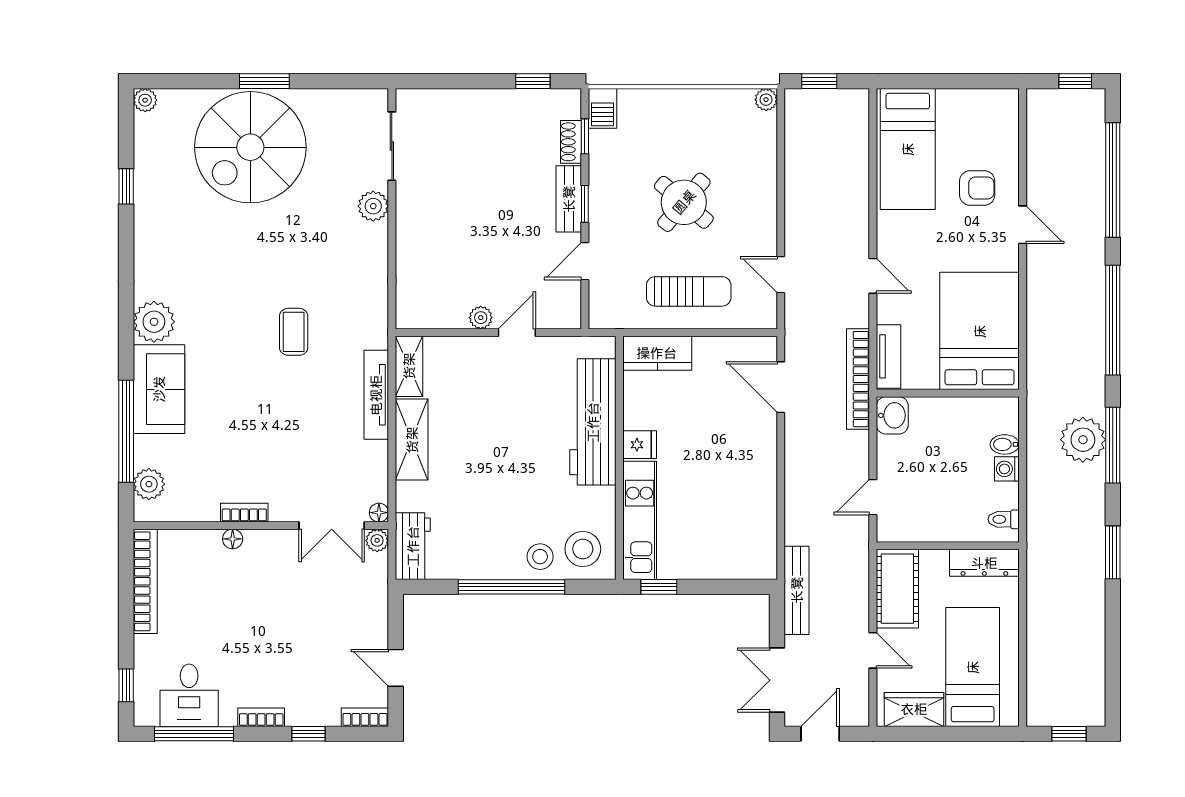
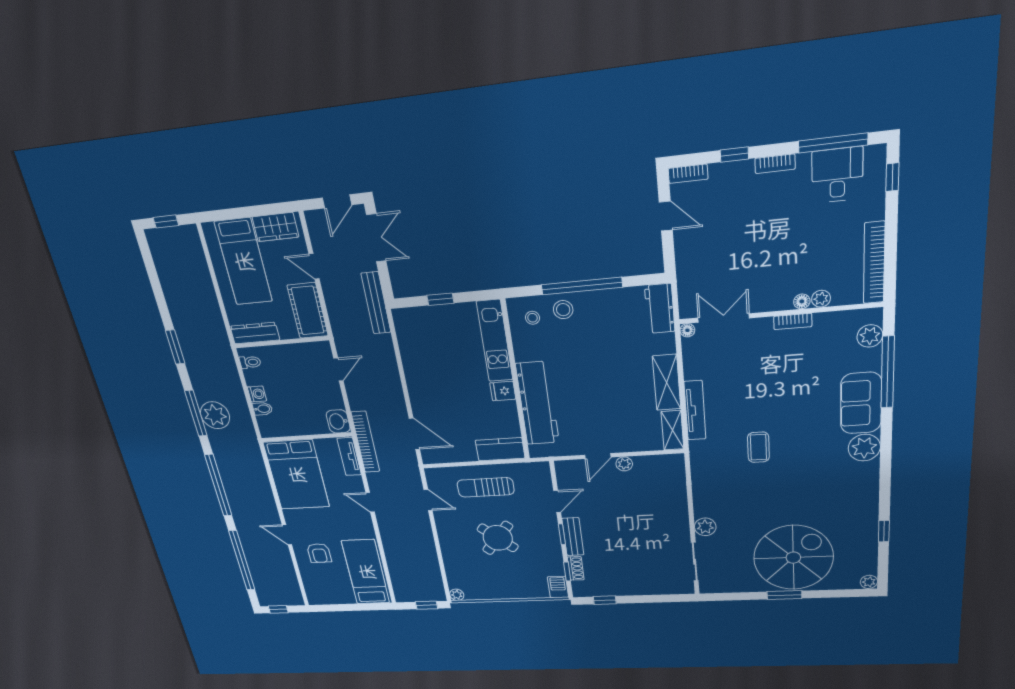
armchair: (977, 188) -> (319, 553), turned -90
plant: (377, 540) -> (821, 299), moved
stool: (583, 549) -> (533, 318), width x0.53, depth x0.53
window: (659, 587) -> (440, 299), moved

